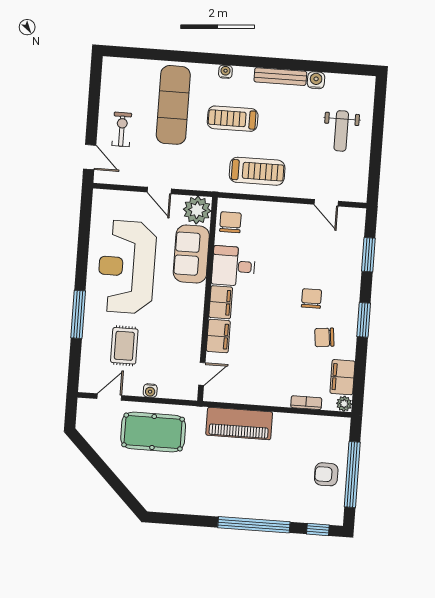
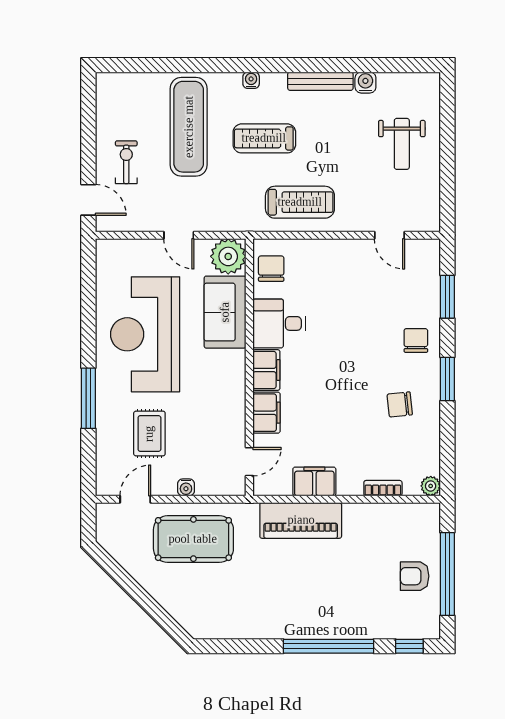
chair: (311, 298) -> (416, 340), moved
filing cabinet: (342, 377) -> (314, 481), moved, turned 90

